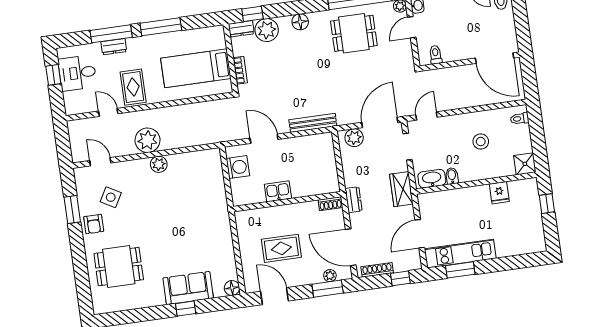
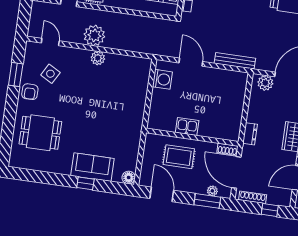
kitchen sink: (278, 191) -> (187, 127), moved
wall: (287, 202) -> (192, 137), moved
shoe rack: (330, 204) -> (227, 149), moved

